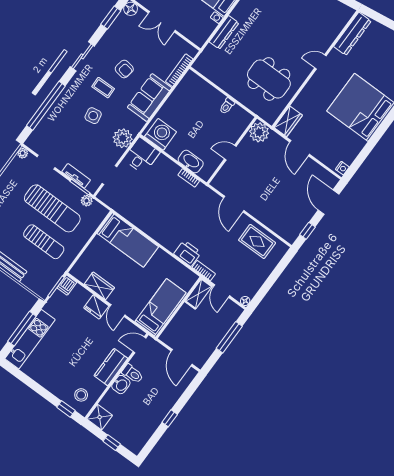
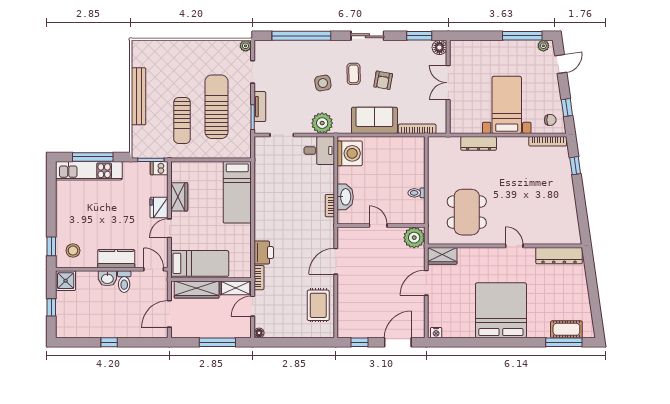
plant: (87, 201) -> (245, 132), removed
sun lounger: (52, 208) -> (216, 107), turned 180
wardrobe: (178, 324) -> (197, 290), added

